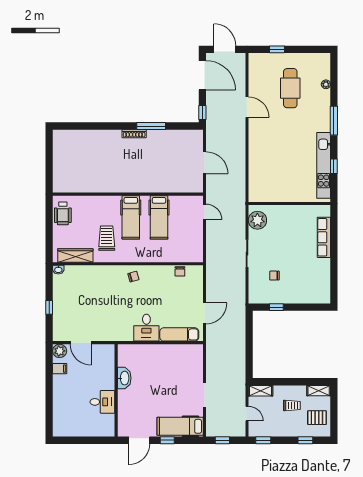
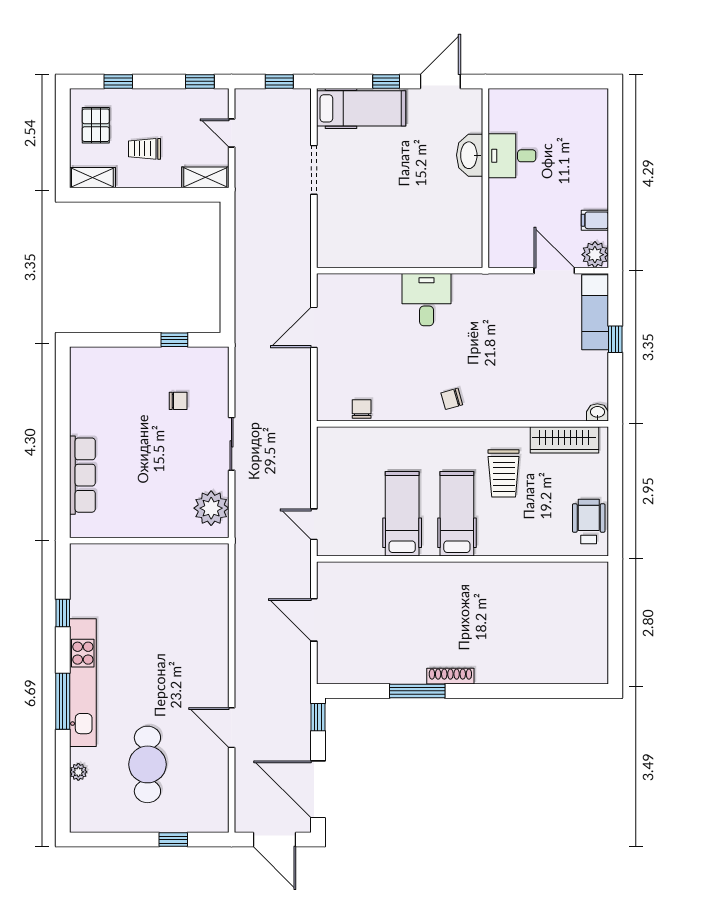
kitchen unit: (324, 165) -> (83, 683), moved
exam couch: (179, 334) -> (595, 312), moved, turned 90
washbasin: (124, 378) -> (470, 155), moved
pallet: (317, 418) -> (96, 125), turned 90

